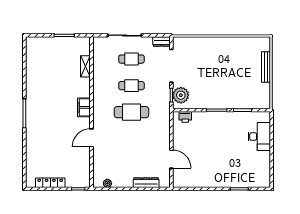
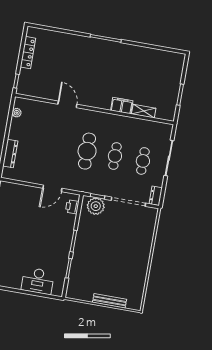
filing cabinet: (84, 107) -> (122, 106), moved
door: (171, 159) -> (52, 188), moved

